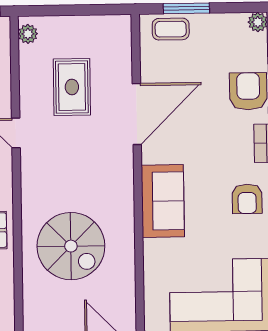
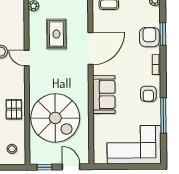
spiral stairs: (71, 246) -> (55, 118), width x1.37, depth x1.37

